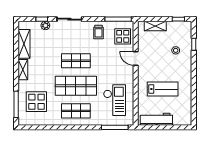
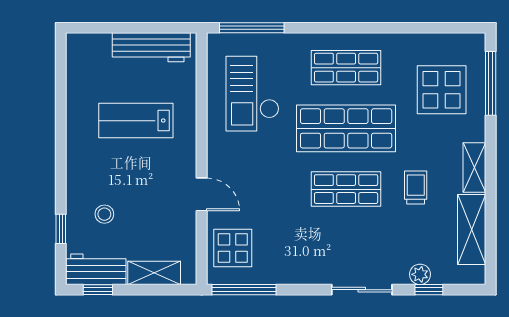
workbench: (179, 28) -> (96, 269), added
trolley: (98, 32) -> (416, 187), moved

